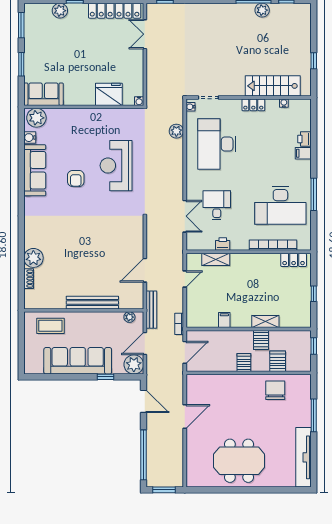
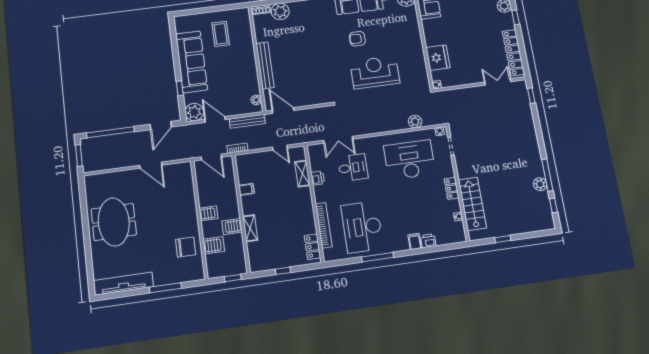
bench: (92, 303) -> (265, 65), moved
wall: (84, 310) -> (257, 59), moved
plant: (129, 317) -> (256, 100), moved

